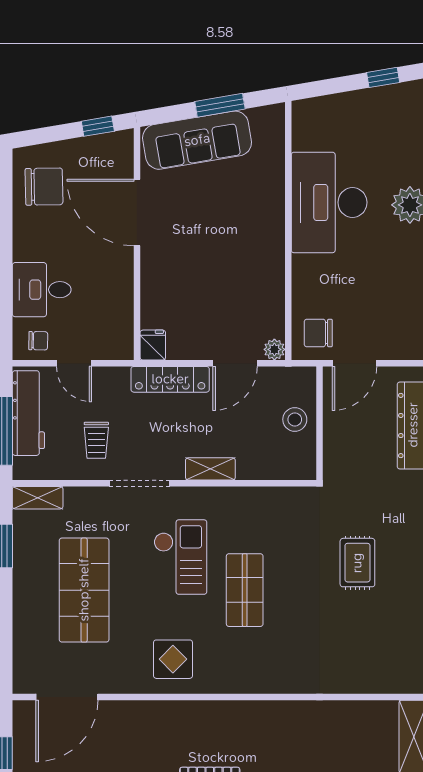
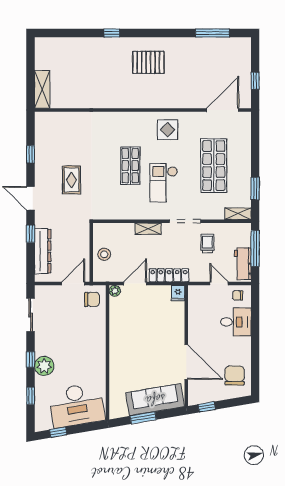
chair: (44, 187) -> (235, 376), turned 91
desk: (329, 202) -> (77, 405), moved, turned 80
workbench: (28, 413) -> (243, 264), width x0.73

